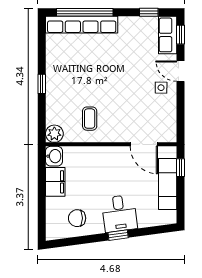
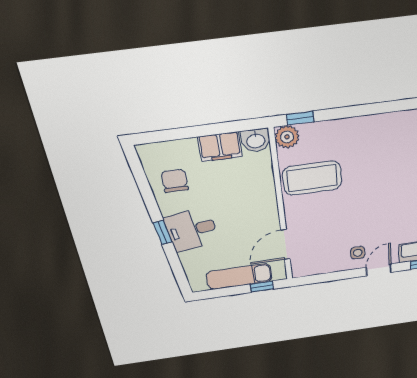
window: (42, 84) -> (300, 118), moved
coffee table: (90, 119) -> (312, 178), width x1.86, depth x1.72

